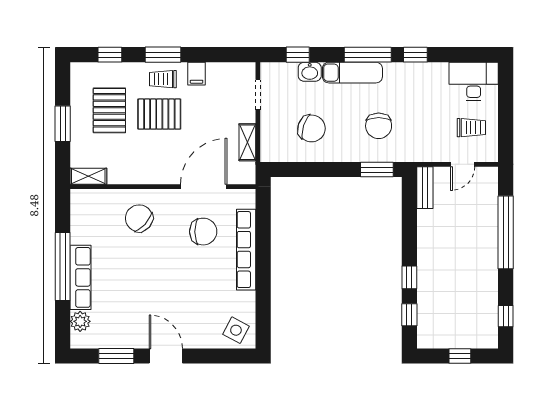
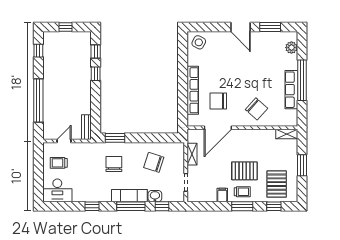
window: (368, 55) -> (131, 206), moved
pallet: (109, 110) -> (277, 184), moved
row of seats: (80, 277) -> (291, 90), moved

